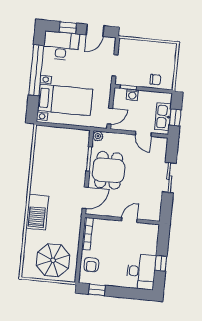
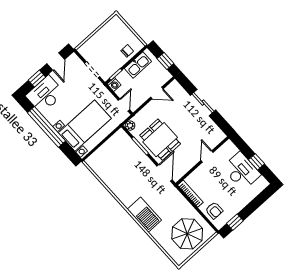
washing machine: (132, 95) -> (114, 84), moved
kitchen sink: (163, 117) -> (138, 65), moved, turned -90
desk: (141, 272) -> (241, 171), moved

